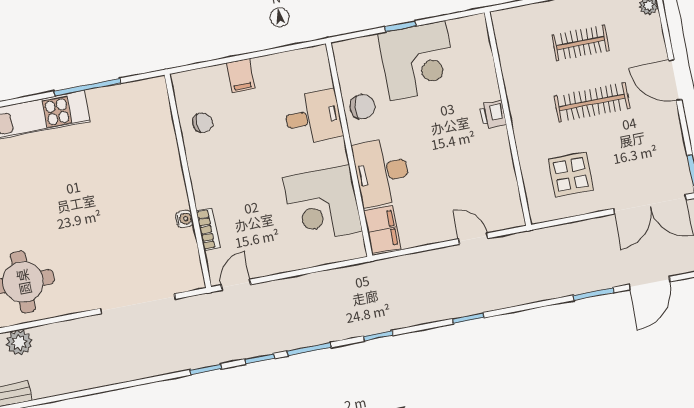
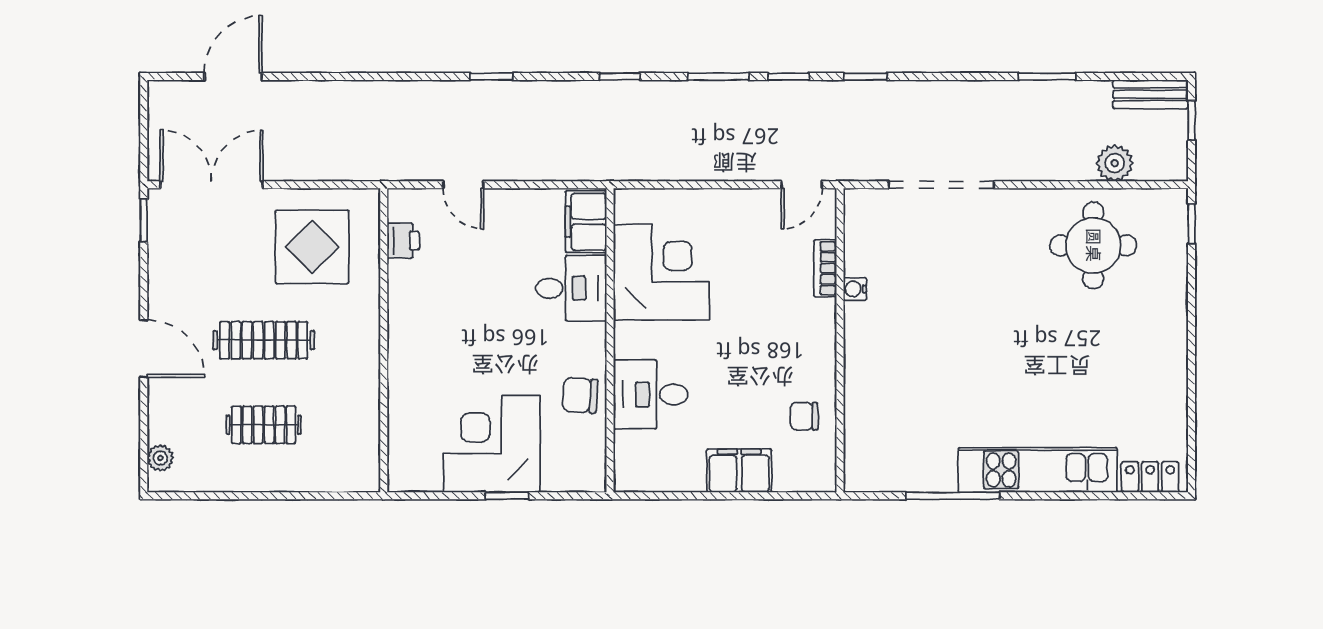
filing cabinet: (241, 76) -> (739, 471), width x2.00
printer: (493, 115) -> (403, 241), moved
desk: (382, 172) -> (571, 288), width x0.73
display table: (571, 174) -> (312, 247), width x1.36, depth x1.36
window: (594, 294) -> (1047, 77), moved

